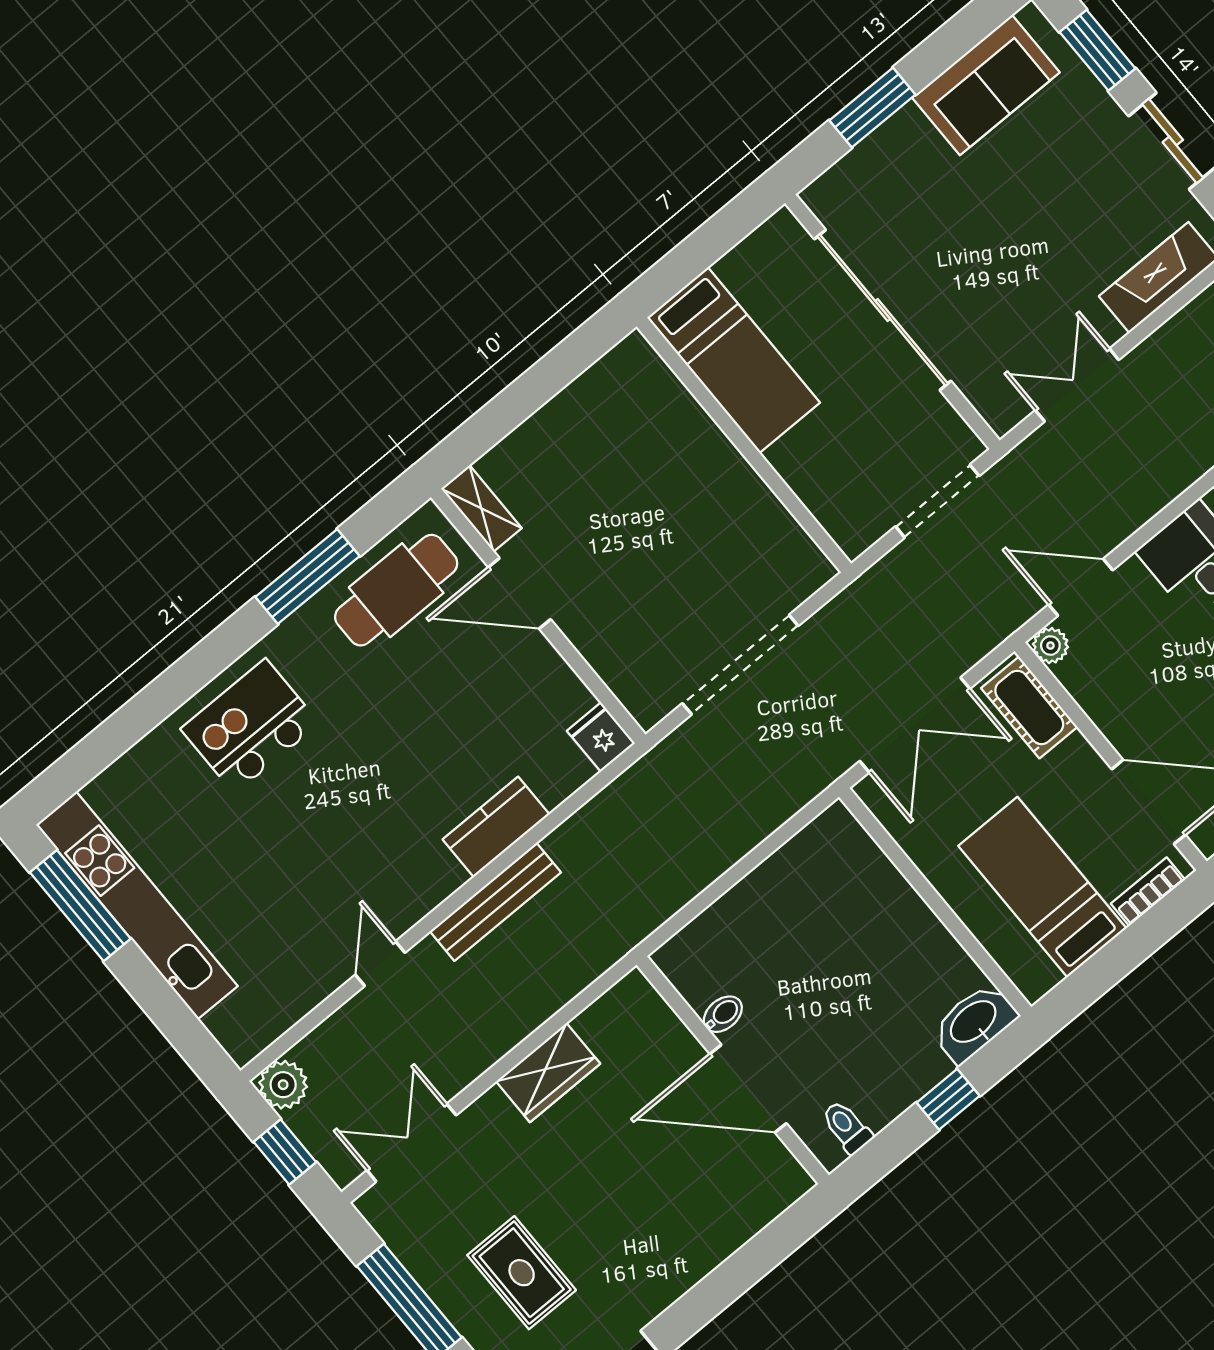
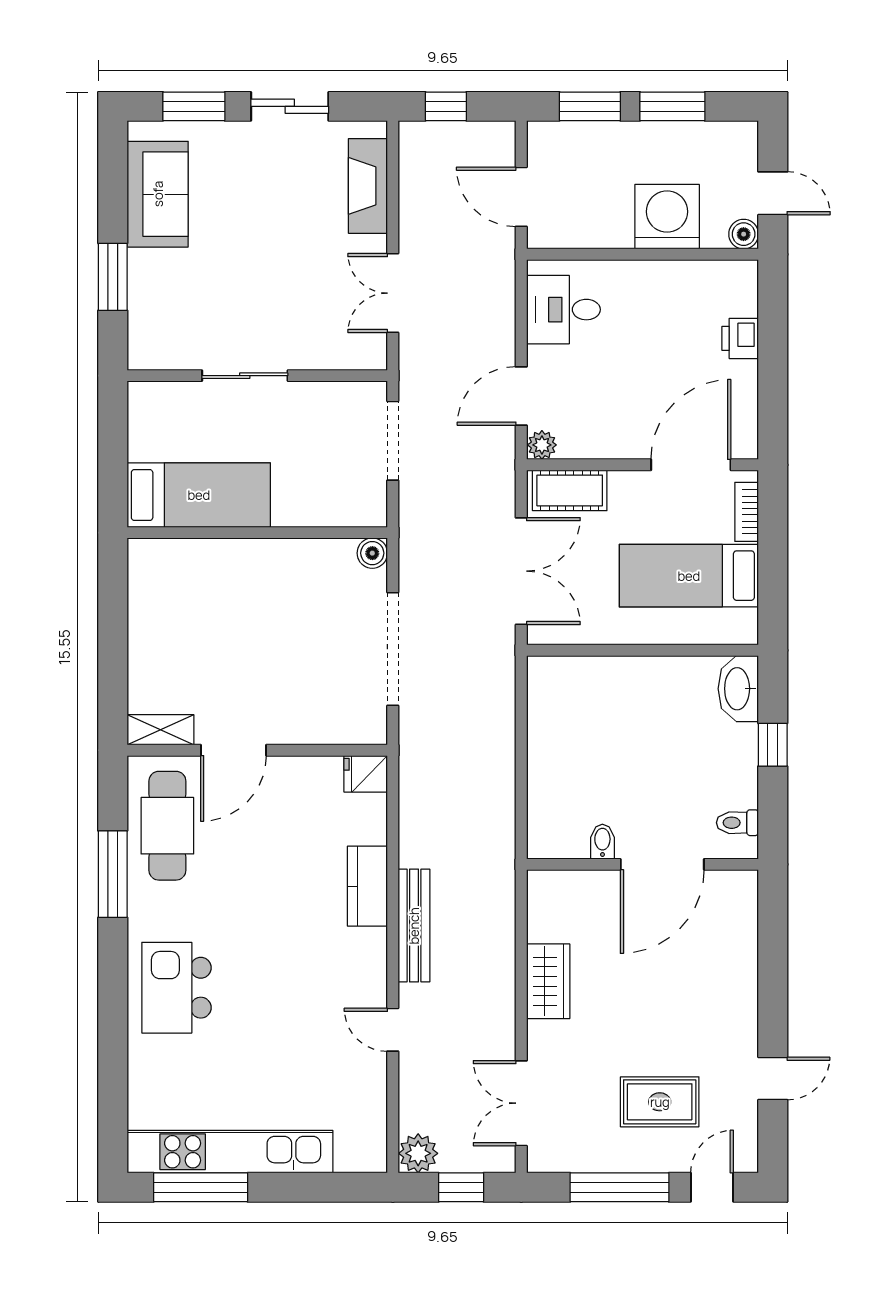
sliding door: (883, 310) -> (245, 376), width x0.54
boiler: (815, 570) -> (372, 553), added

